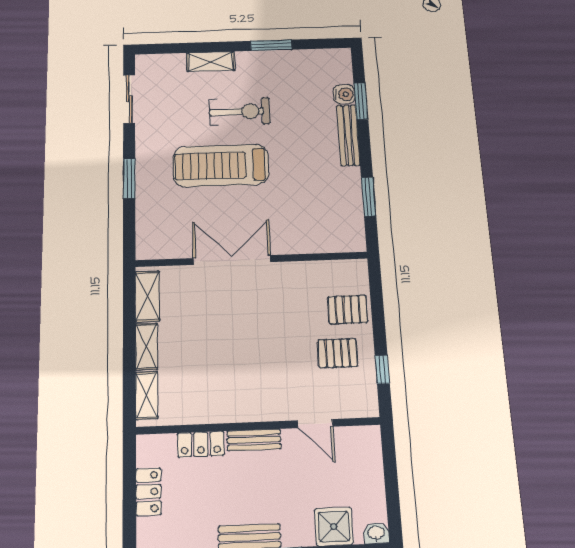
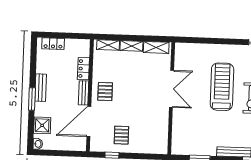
window: (129, 178) -> (218, 41), removed
pallet: (348, 310) -> (105, 91), moved
door: (315, 424) -> (89, 121), width x1.88
locker: (148, 492) -> (53, 44), moved

